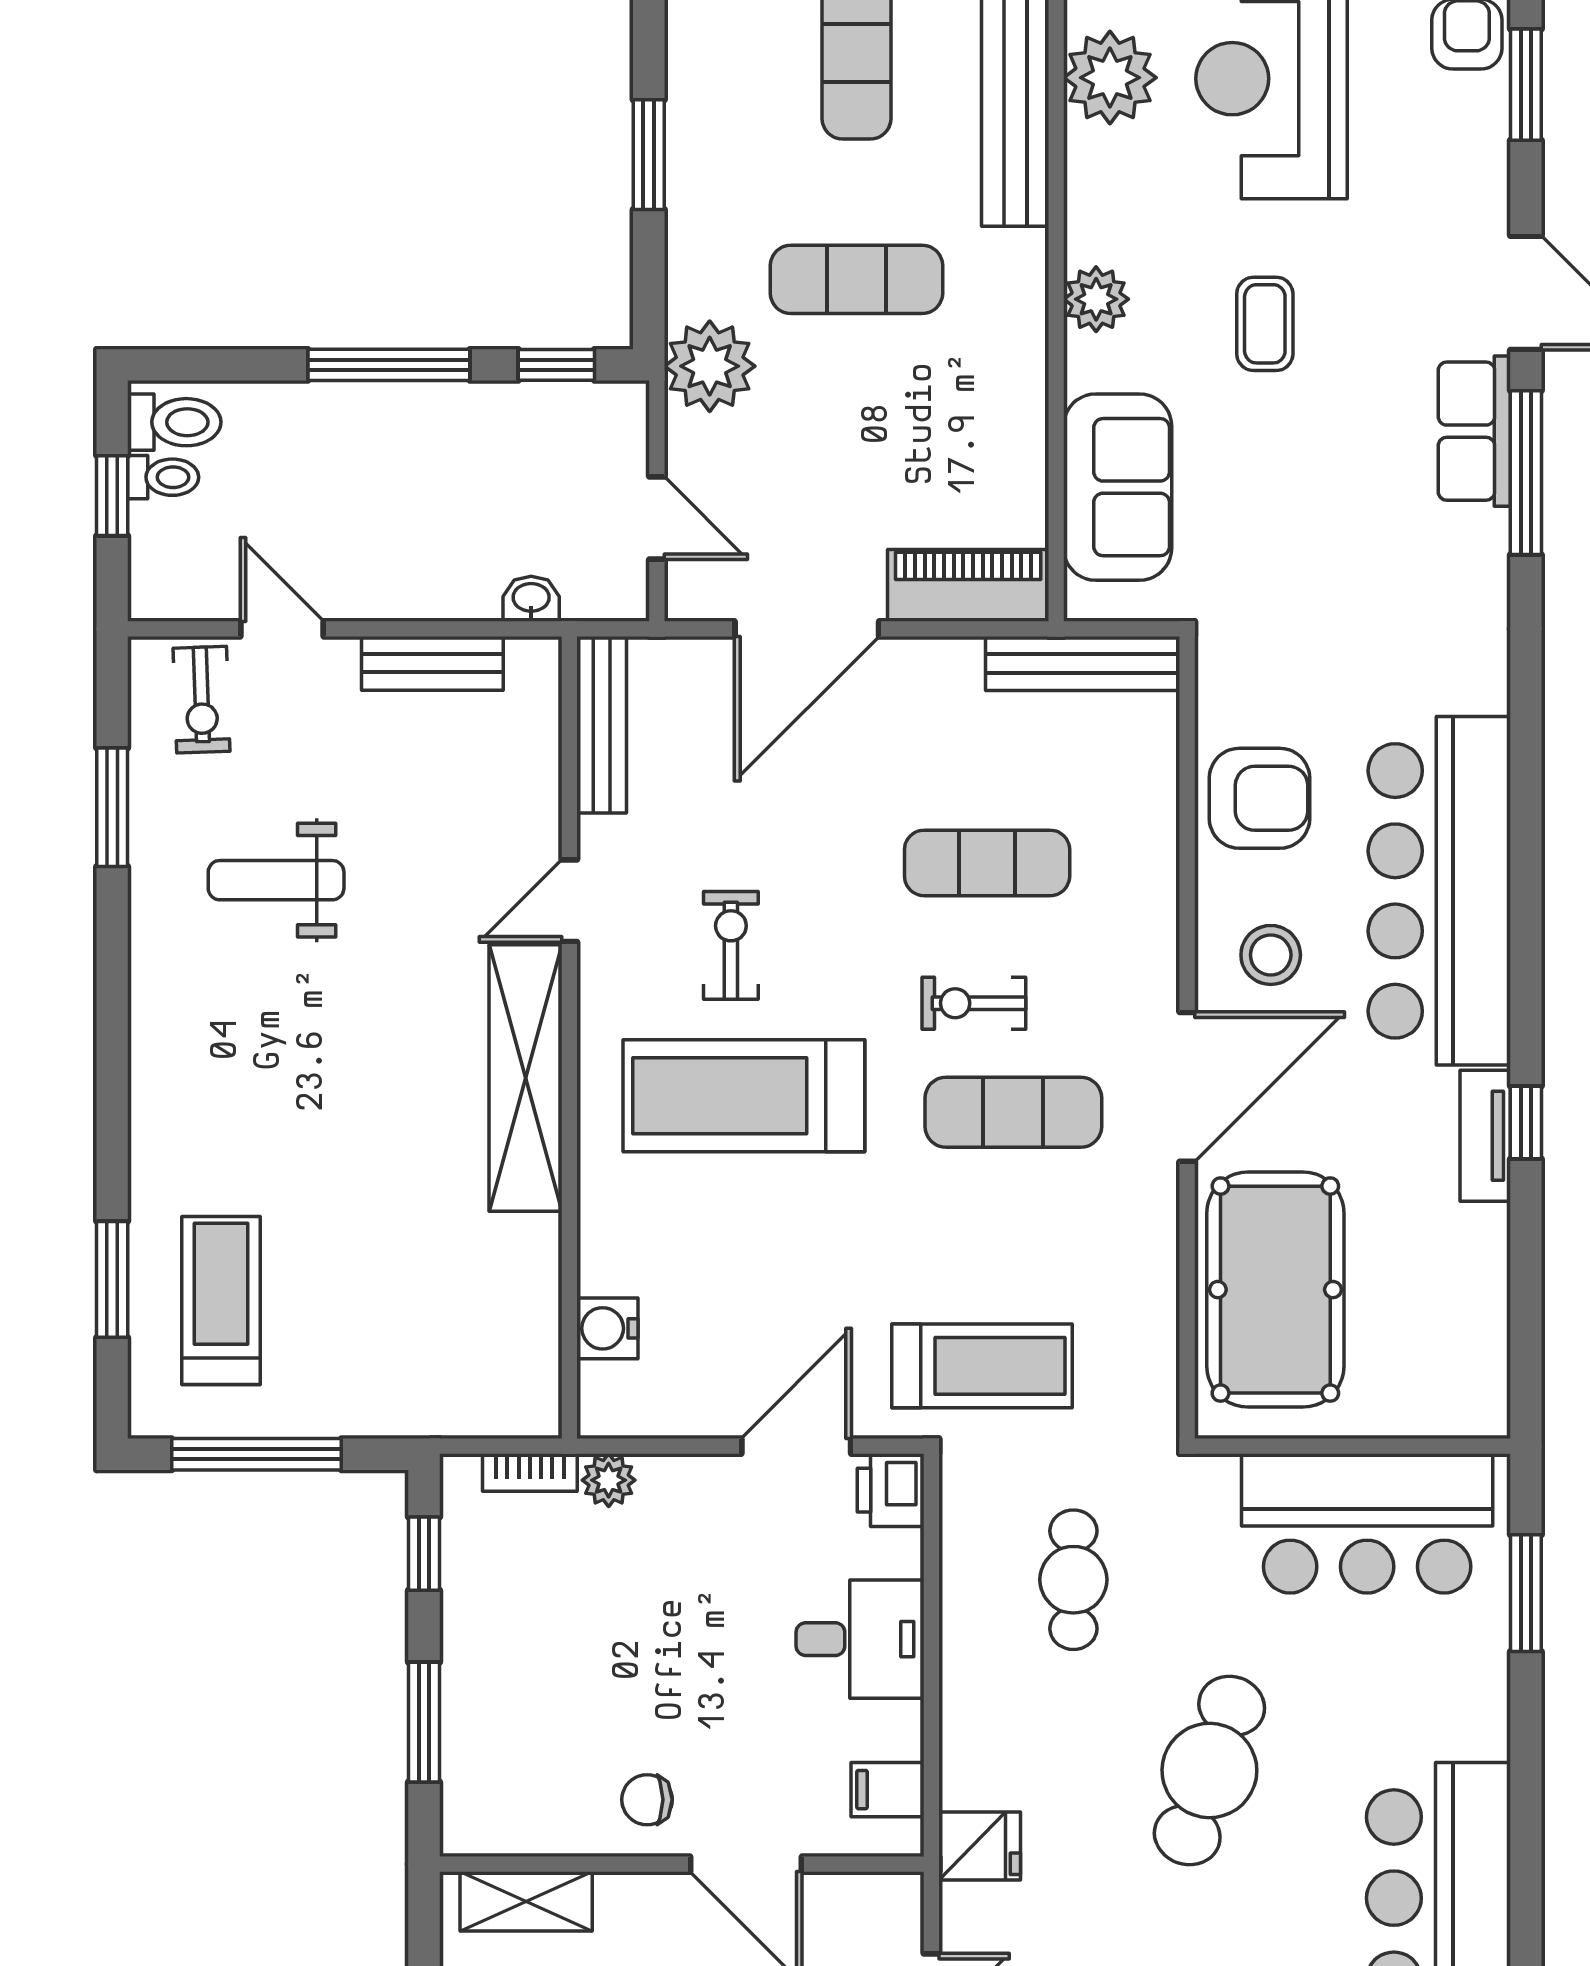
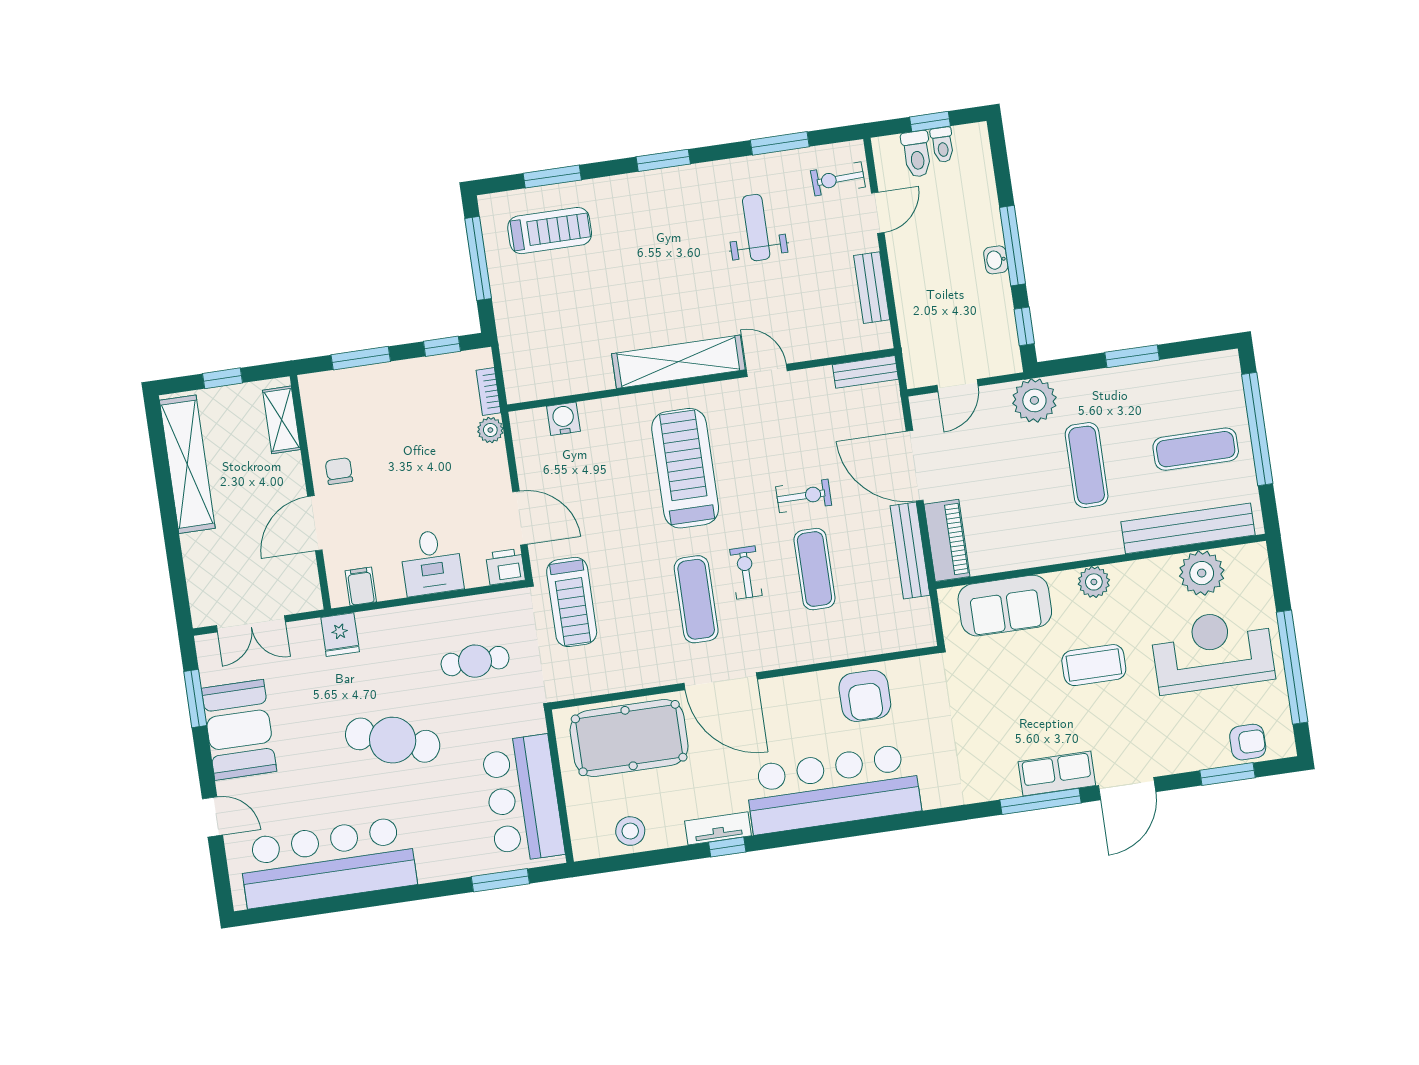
coffee table: (1265, 324) -> (1094, 665), width x1.36, depth x1.30
toilet: (174, 422) -> (917, 154), moved
washbasin: (531, 599) -> (996, 260), moved, turned 180
bench: (1083, 663) -> (910, 550), moved
bench: (602, 725) -> (865, 372), width x0.73
exercise bike: (731, 945) -> (804, 496), moved
stool: (1271, 955) -> (630, 831), moved
window: (112, 1049) -> (663, 160), added

